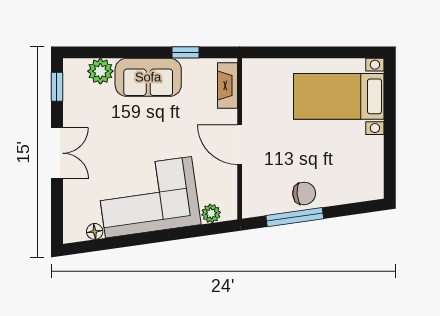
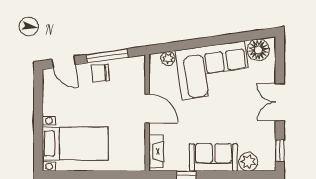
door: (355, 209) -> (64, 62), added
floor lamp: (95, 231) -> (258, 50), width x1.89, depth x1.89

